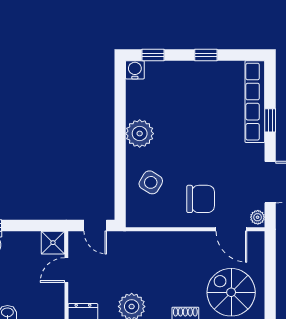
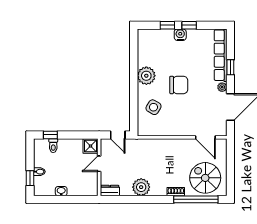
window: (153, 55) -> (167, 25), moved
water cooler: (135, 70) -> (180, 35), moved
chair: (201, 199) -> (179, 85), moved
plant: (258, 217) -> (222, 87), moved

